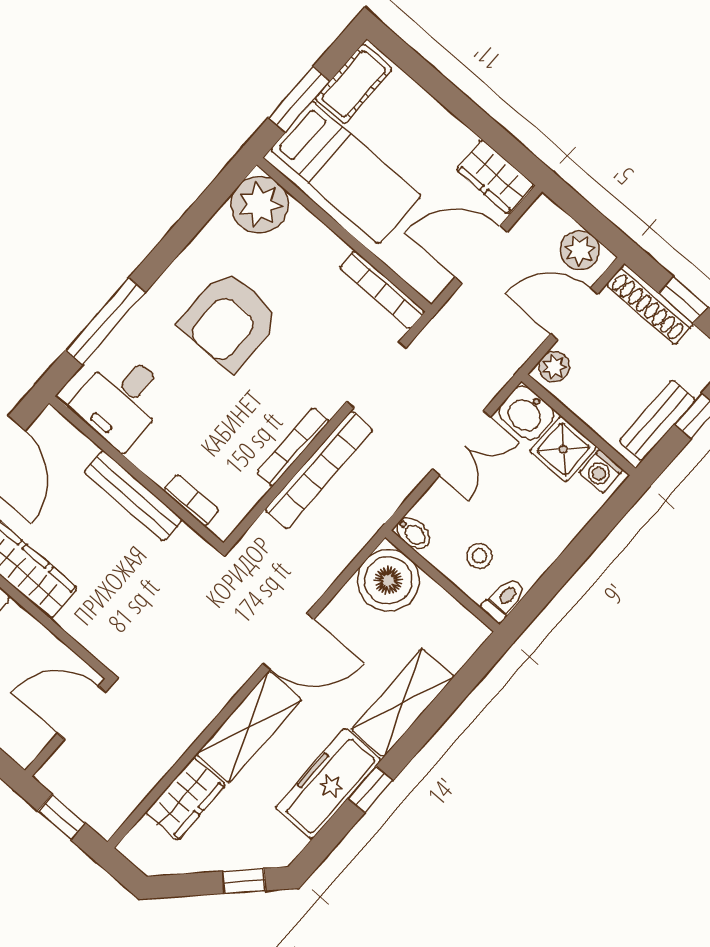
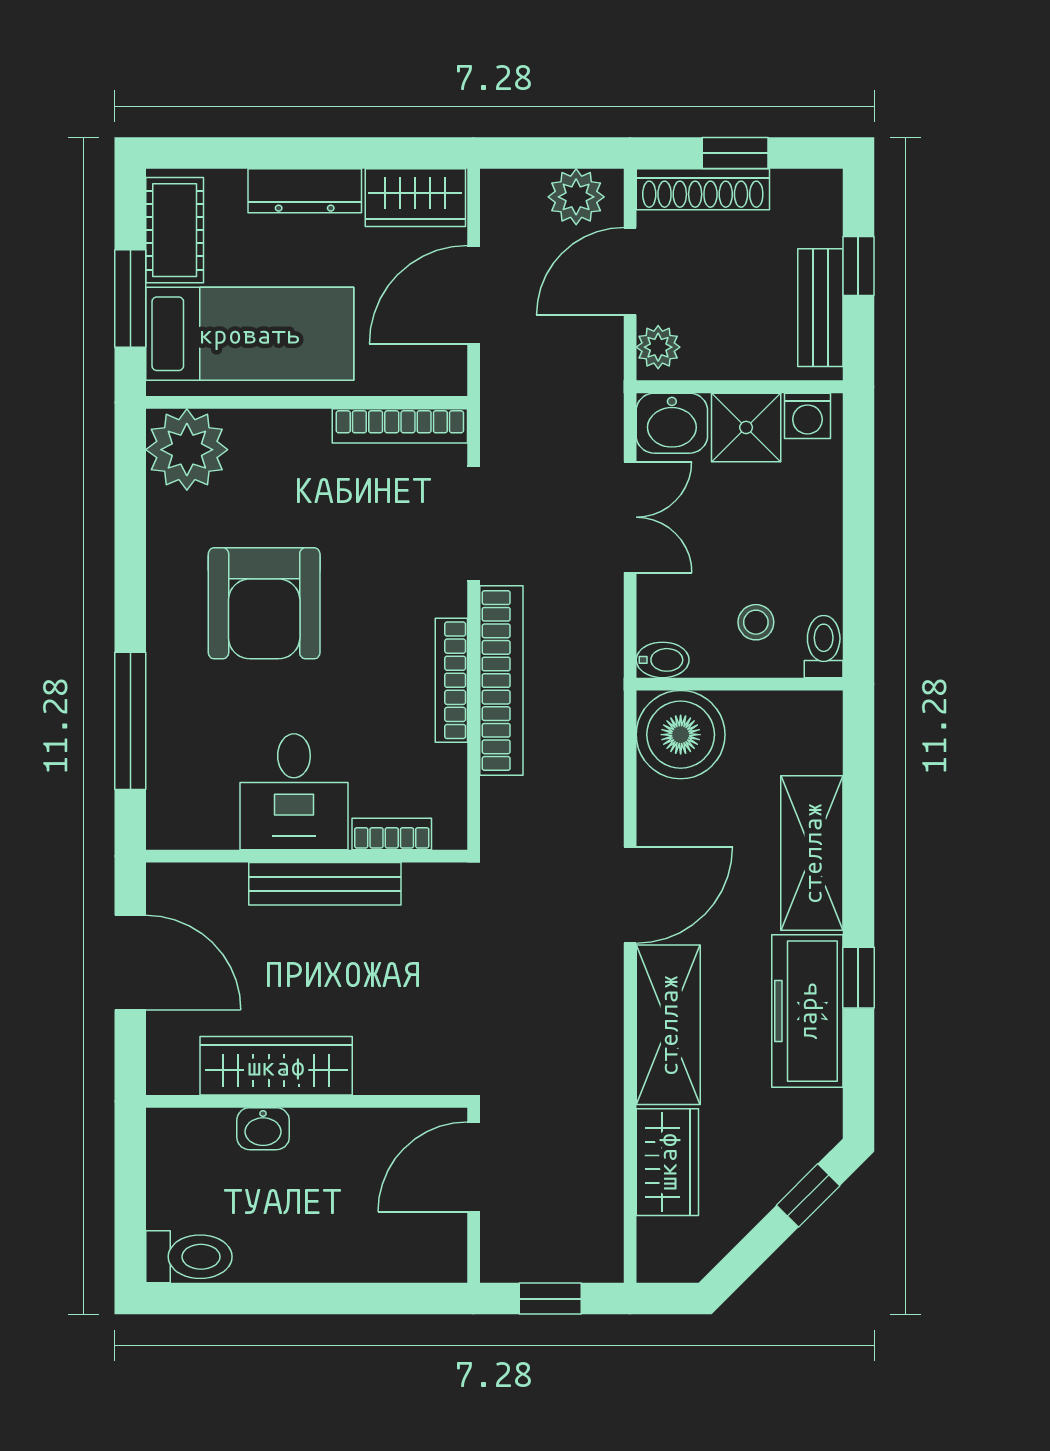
dresser: (440, 123) -> (305, 191), added
desk: (121, 400) -> (294, 792), moved

